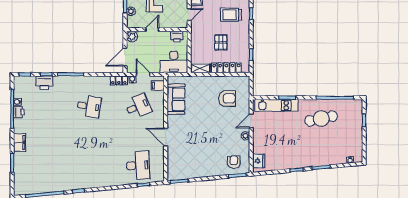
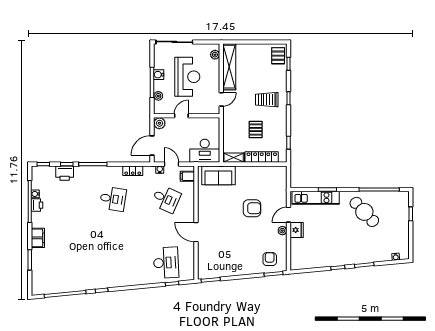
printer: (177, 37) -> (208, 123), removed
locker: (119, 80) -> (133, 171), moved
armchair: (227, 98) -> (252, 208), moved
sofa: (176, 99) -> (218, 175), moved, turned 90
desk: (138, 106) -> (166, 199), turned 48
cafe table: (321, 118) -> (364, 212), turned 59
fridge: (259, 161) -> (297, 230), moved

